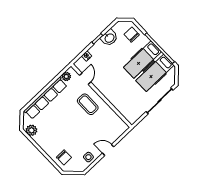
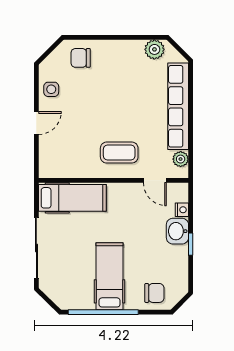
washbasin: (109, 38) -> (177, 231), moved
hospital bed: (155, 73) -> (72, 198), moved, turned 90

